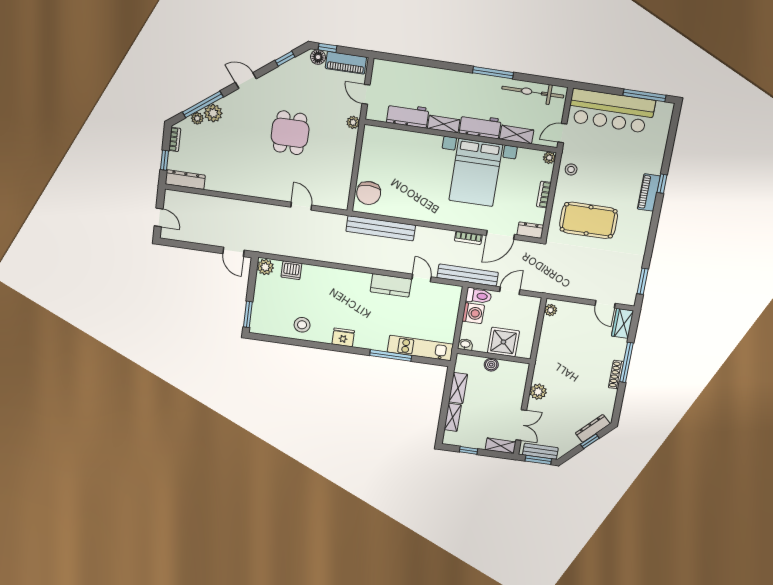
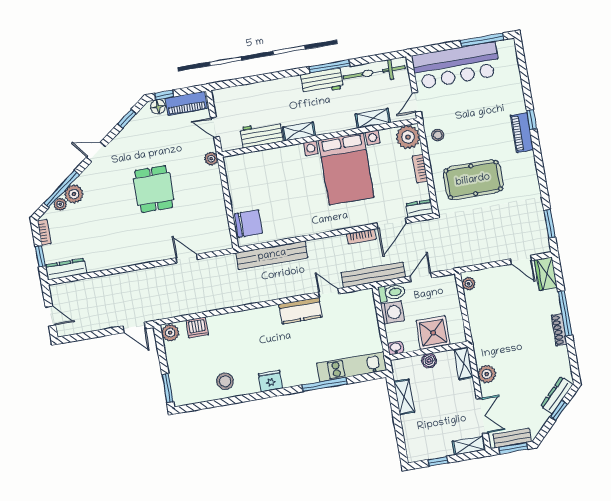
workbench: (480, 126) -> (322, 82), moved, turned 180
plant: (549, 158) -> (408, 137), width x1.88, depth x1.88
chair: (369, 193) -> (248, 224), turned -90
shelving: (453, 417) -> (464, 363), moved

